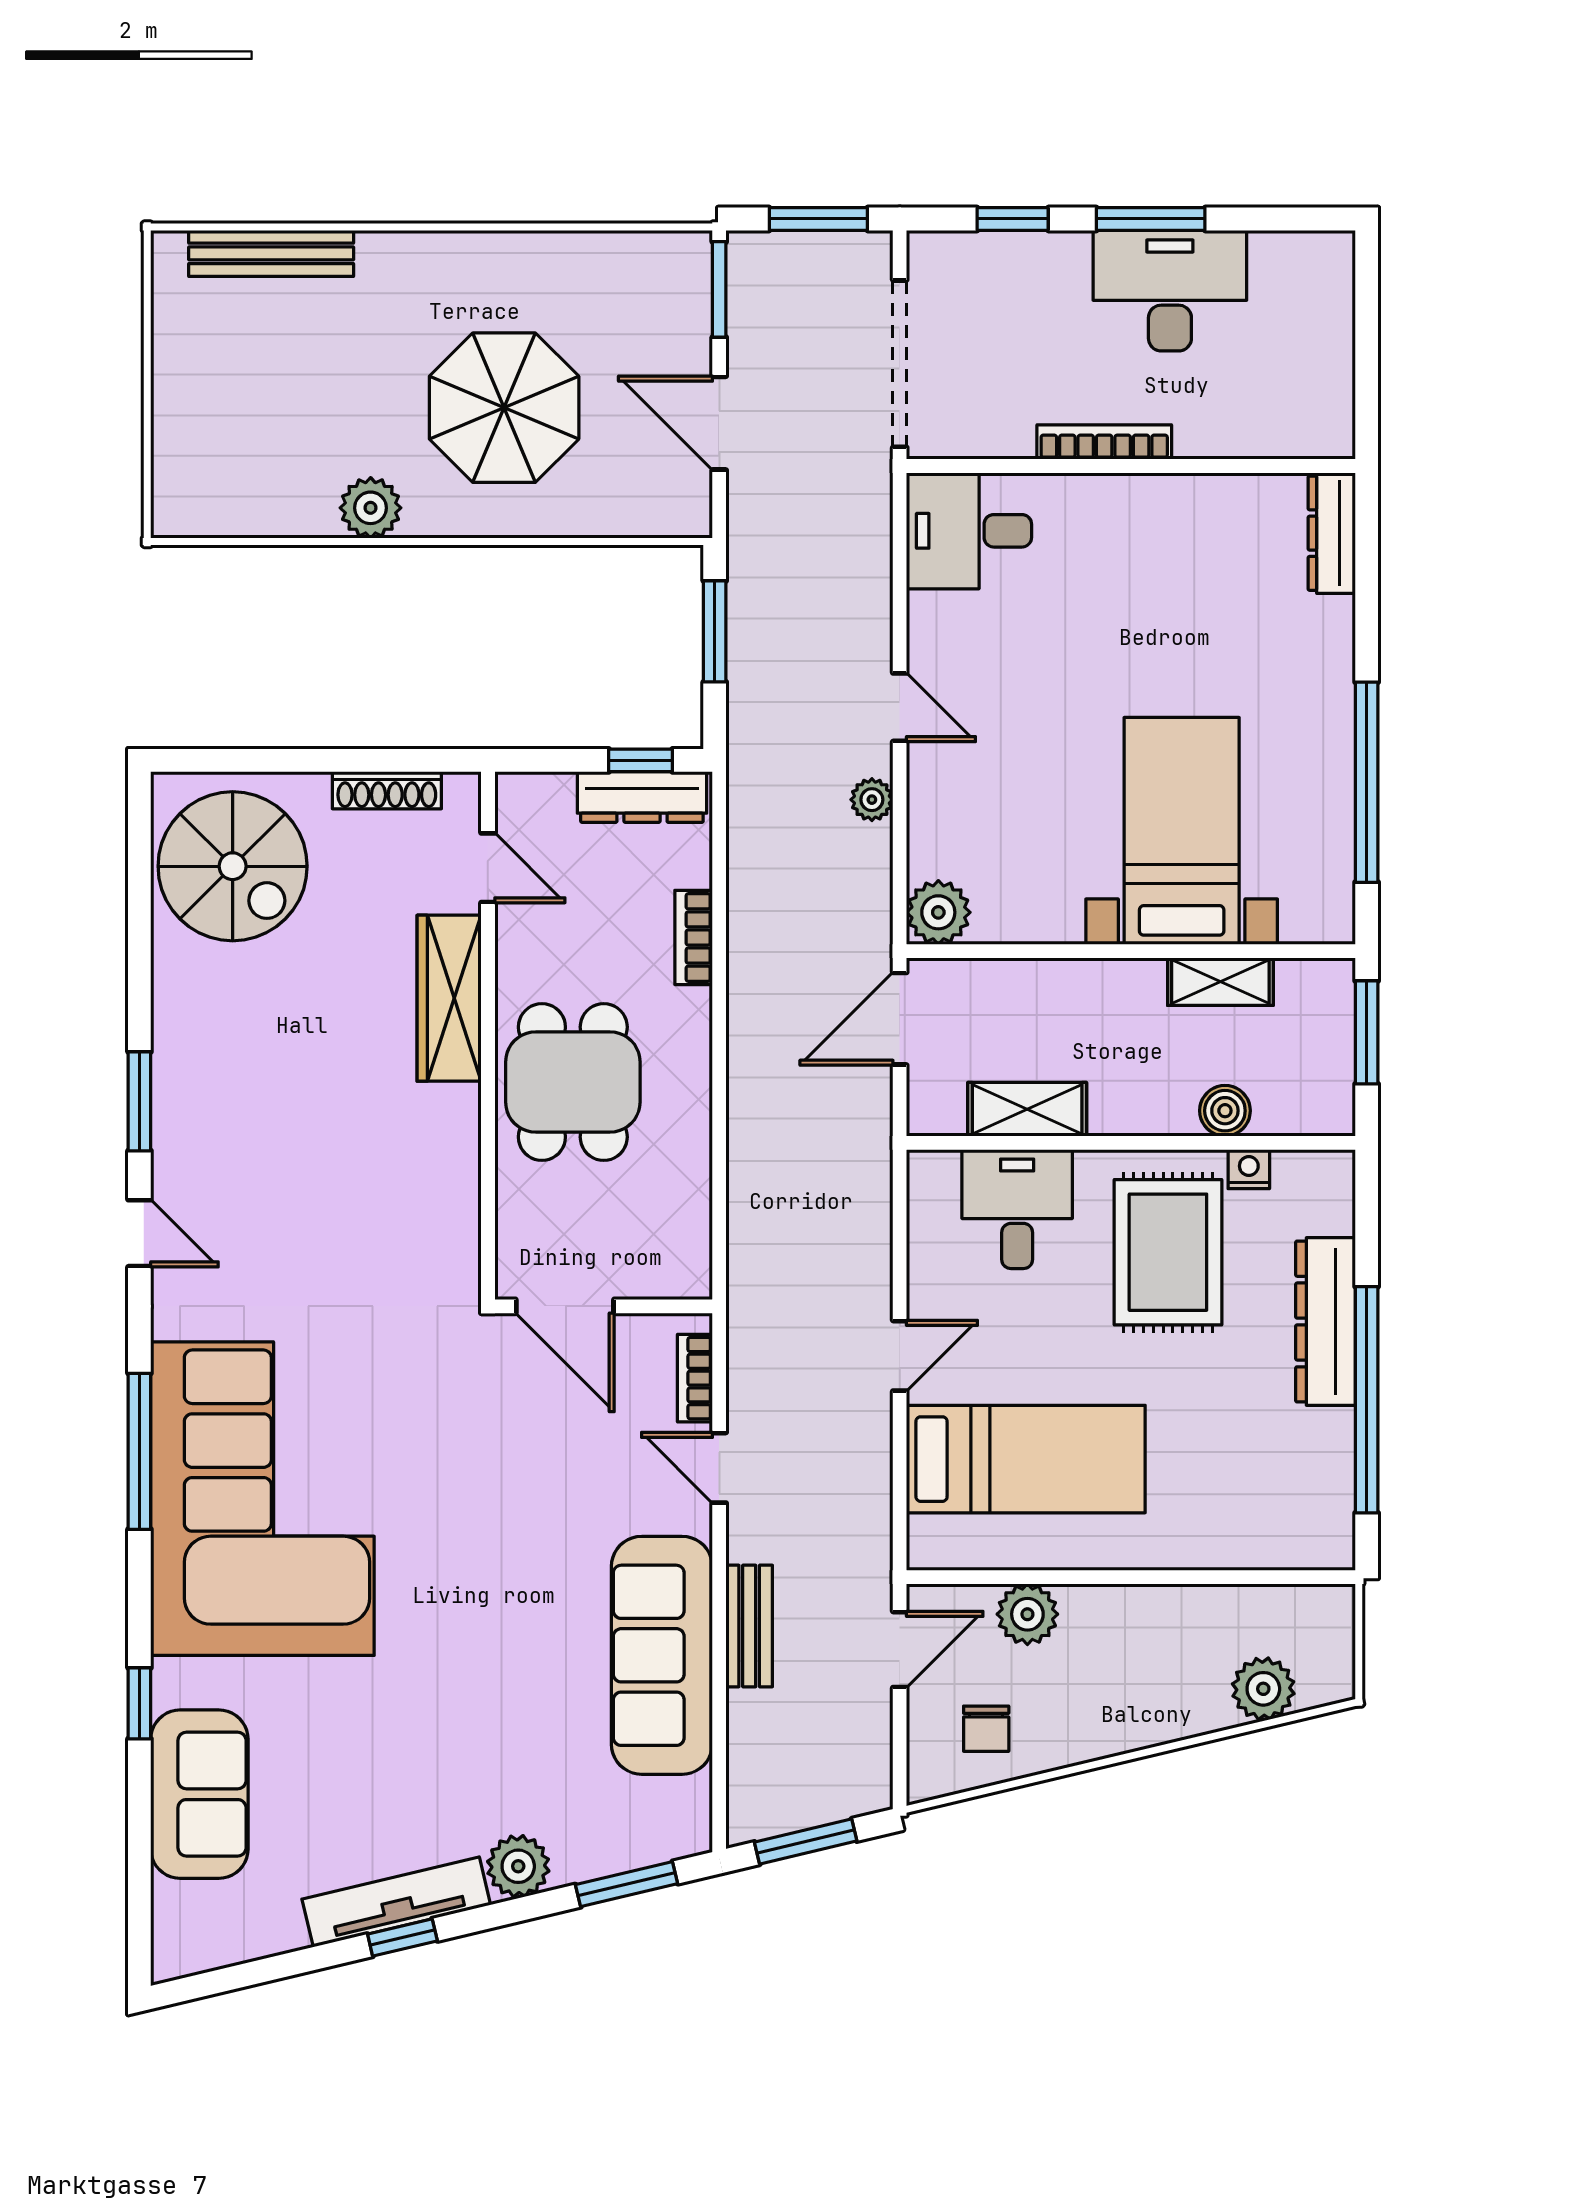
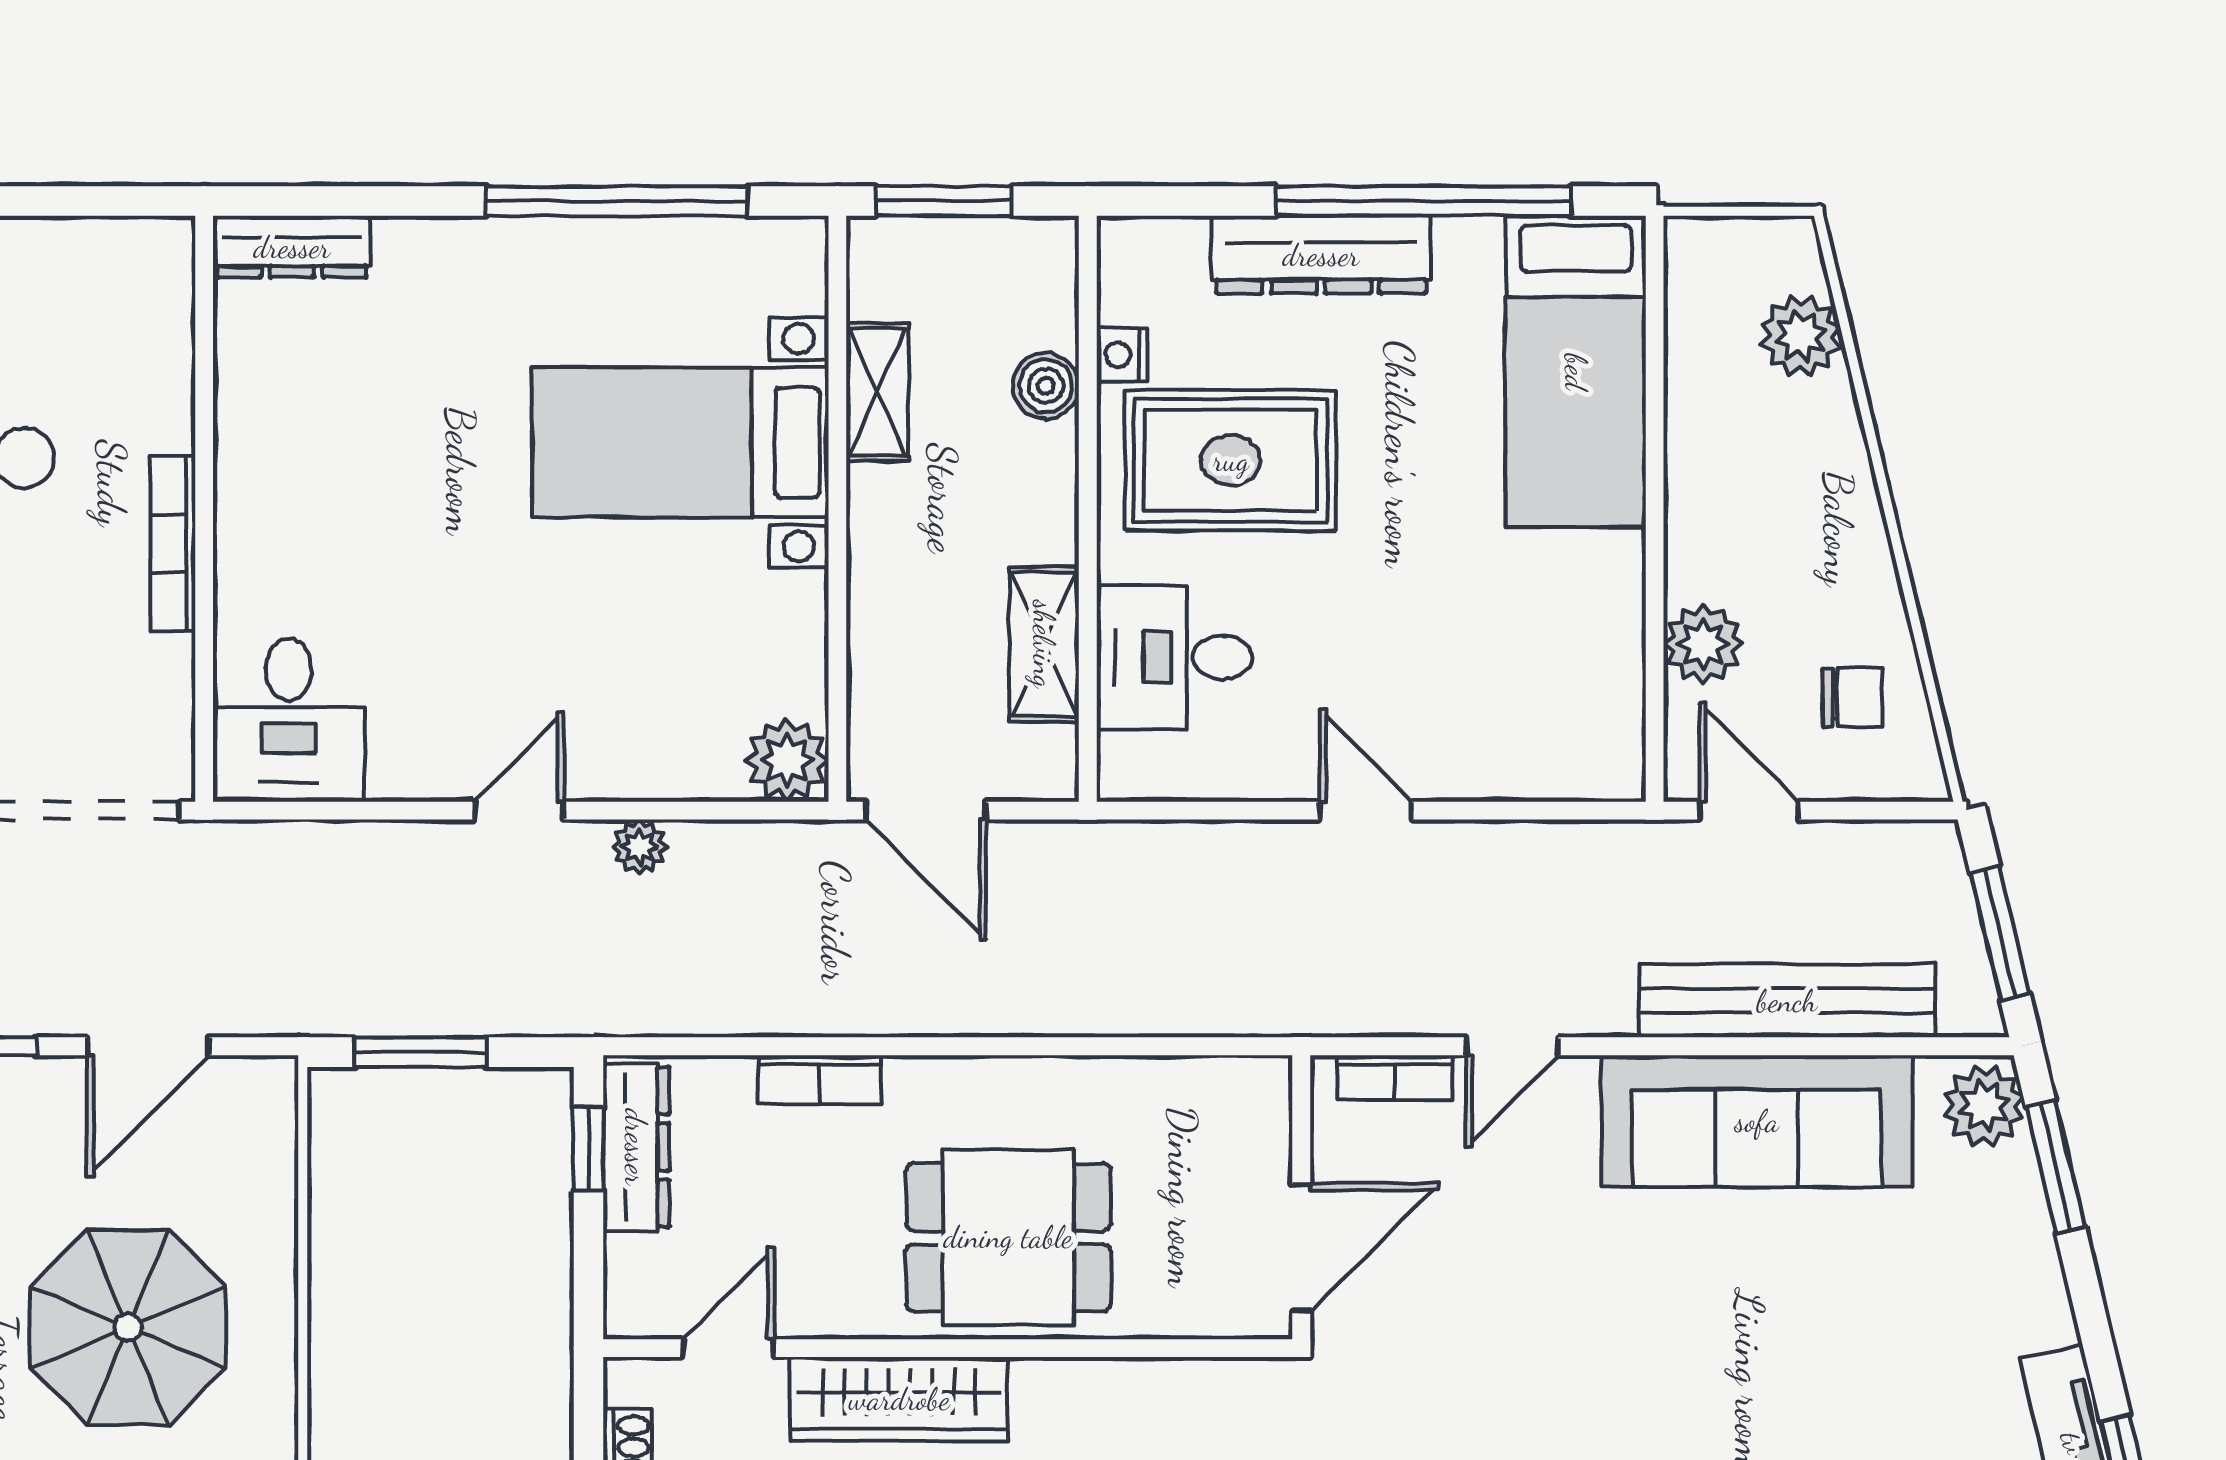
bed: (1026, 1459) -> (1576, 372), moved, turned 180
bench: (749, 1626) -> (1787, 1001), width x1.86, depth x1.21
plant: (518, 1866) -> (1984, 1106), moved

